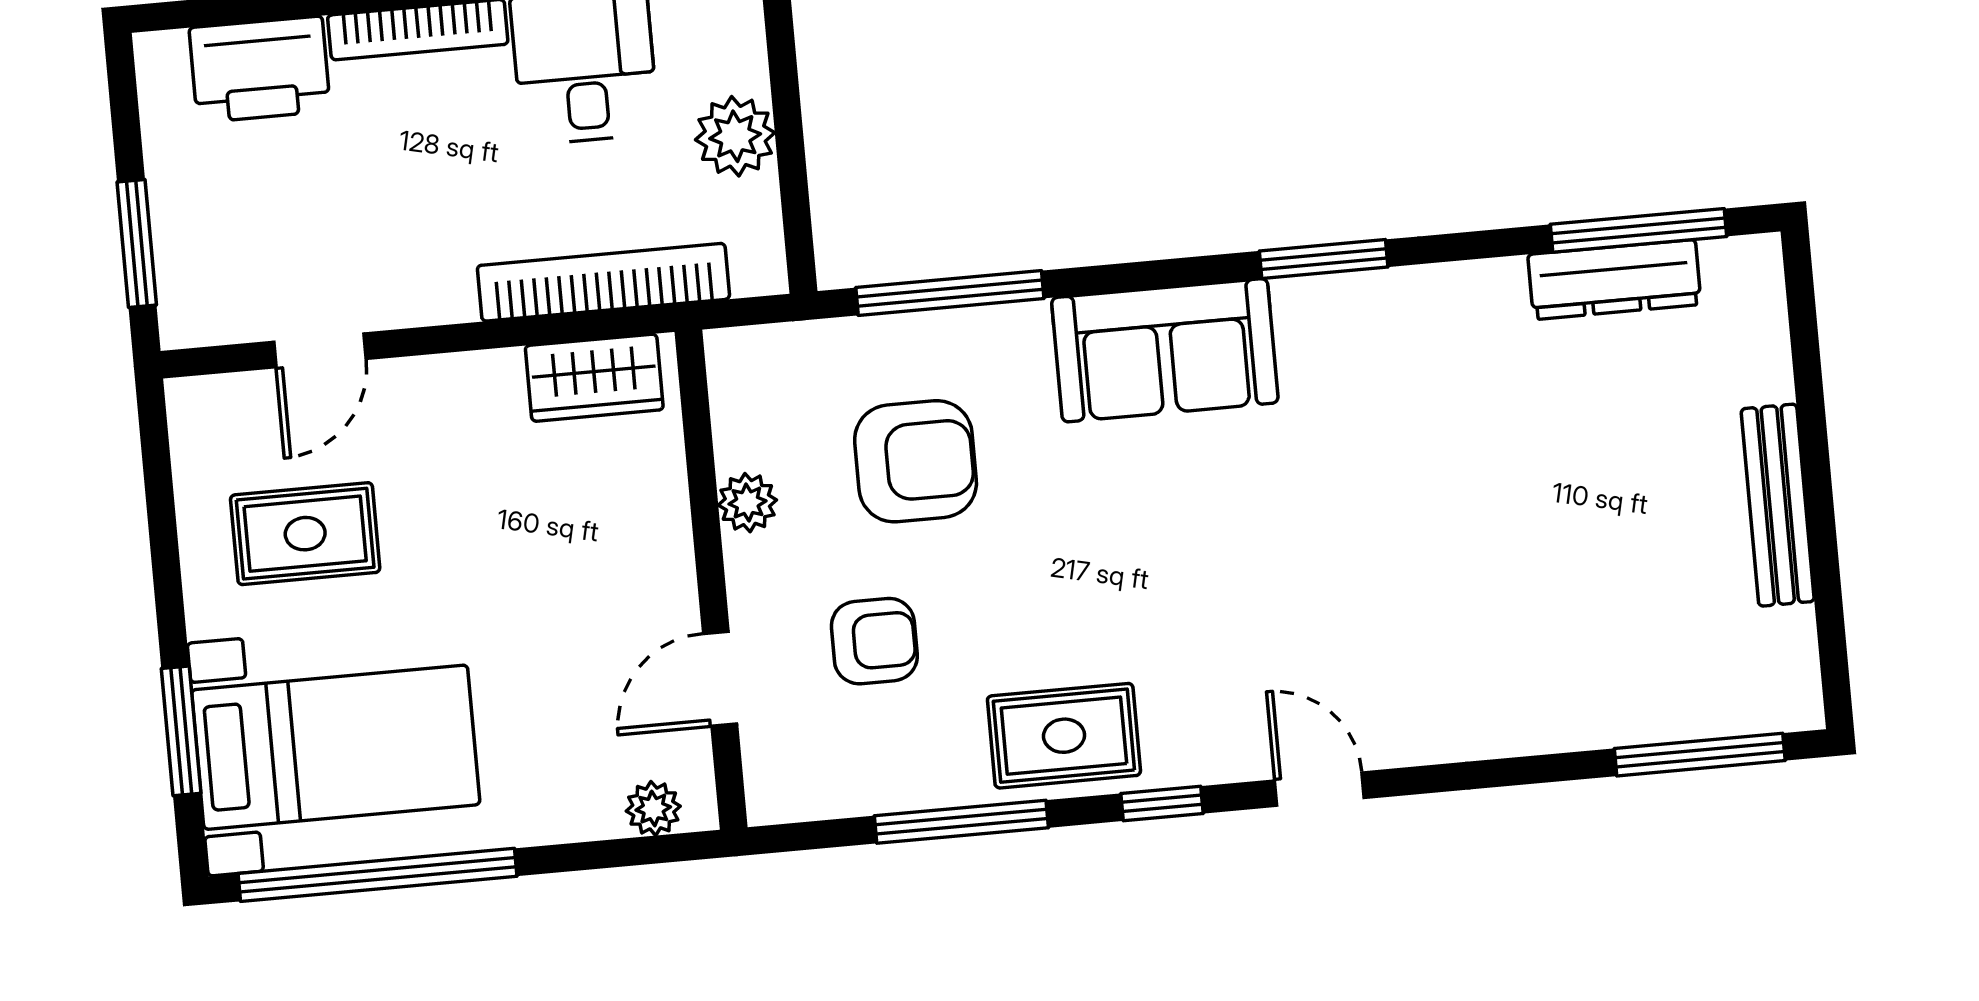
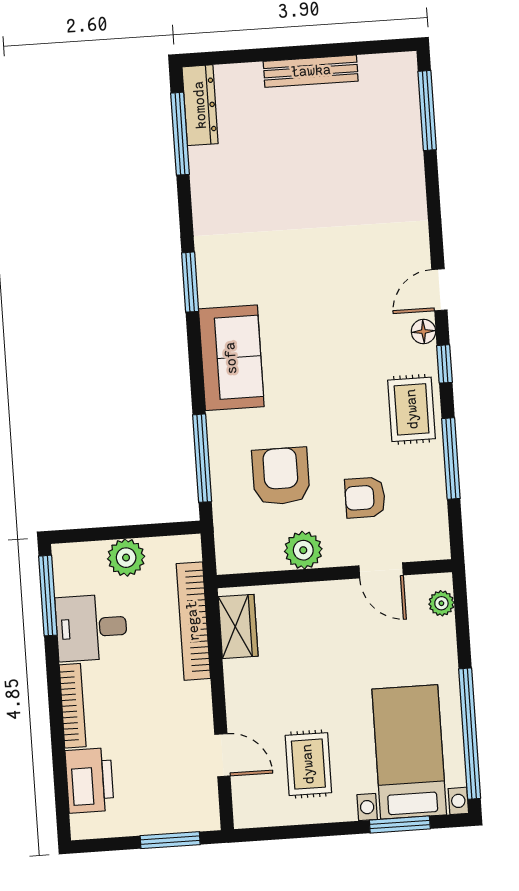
dresser: (1614, 279) -> (200, 105), moved
plant: (747, 503) -> (303, 550), width x1.38, depth x1.38
armchair: (874, 641) -> (365, 498), turned -90
floor lamp: (1230, 757) -> (423, 332), added

